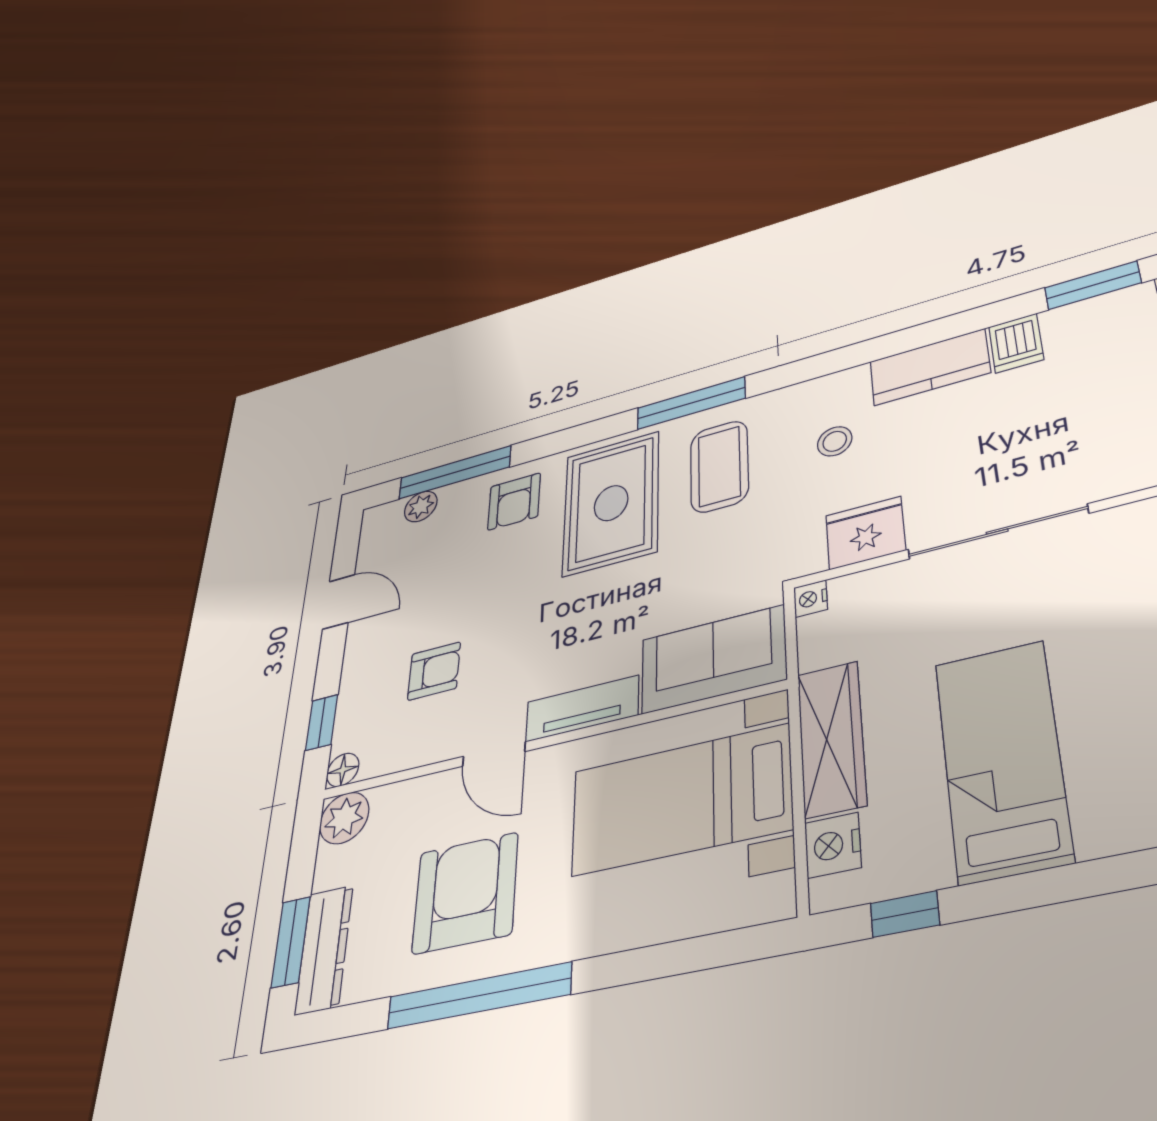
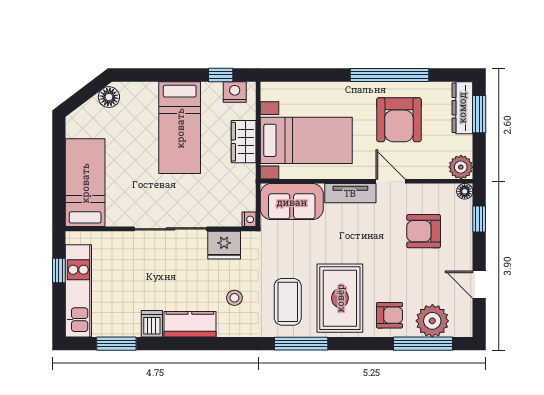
armchair: (514, 501) -> (390, 315), turned 90
plant: (421, 506) -> (432, 321), width x1.88, depth x1.88
armchair: (434, 671) -> (424, 231), width x1.38, depth x1.38
wardrobe: (831, 738) -> (244, 142), width x0.67
nightstand: (833, 845) -> (235, 92), moved, turned -90

